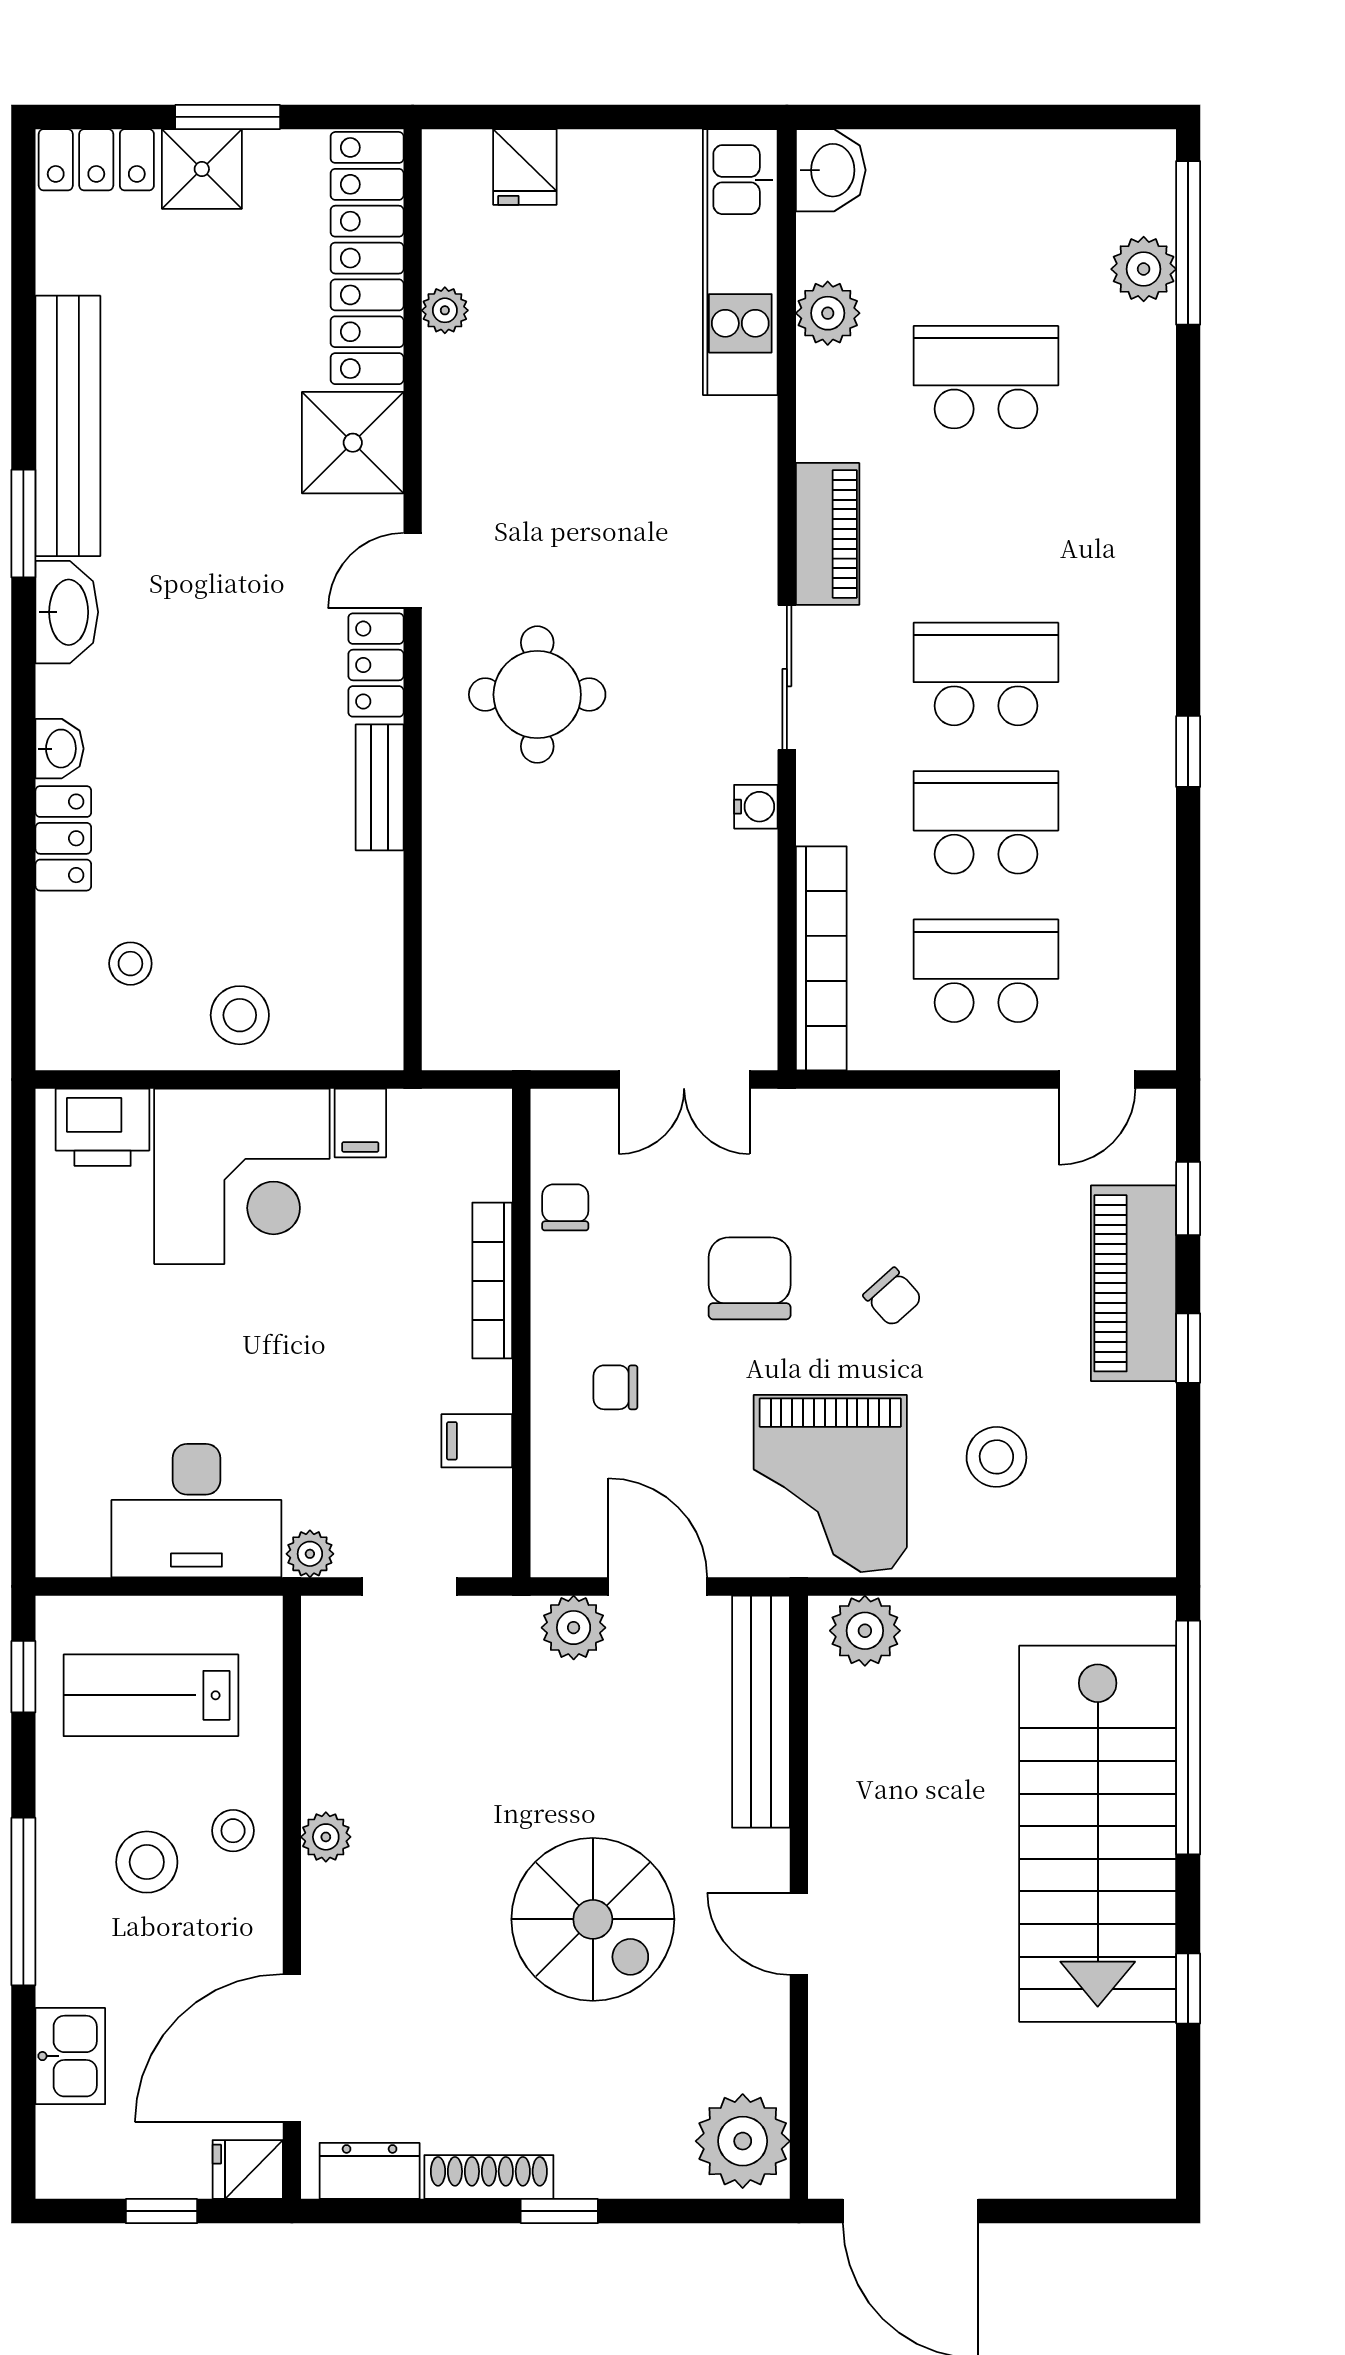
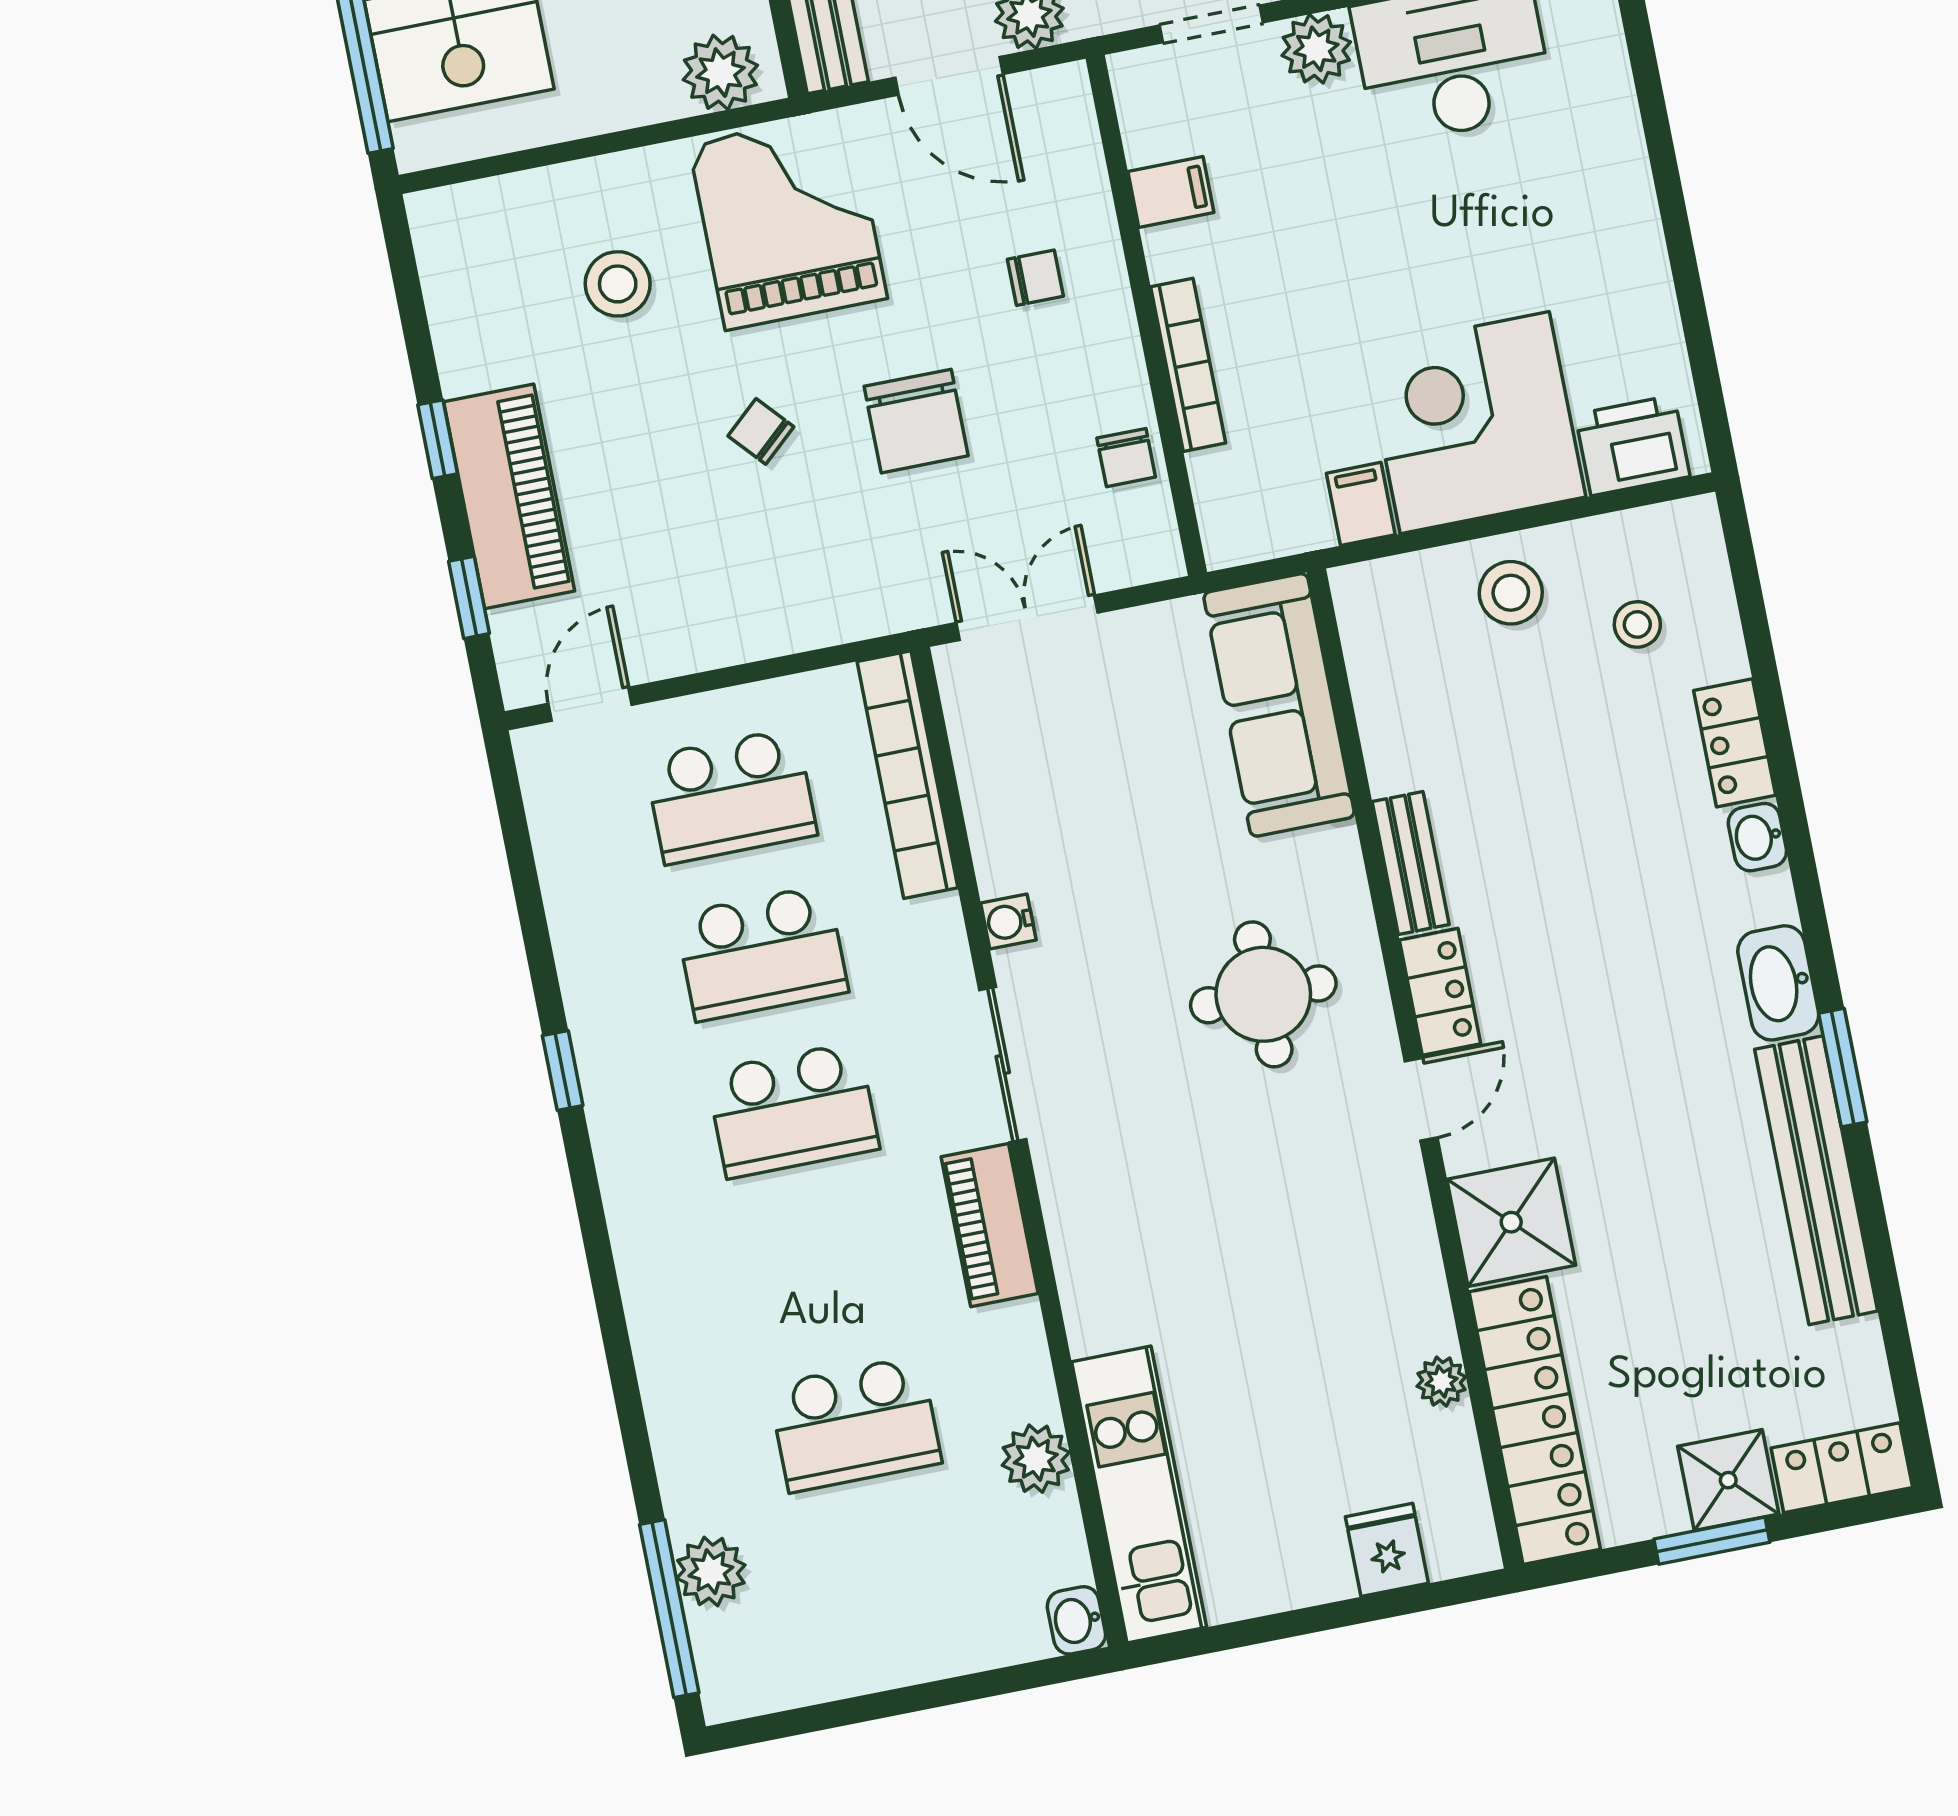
washbasin: (831, 170) -> (1076, 1620), width x0.72, depth x0.69
sofa: (471, 955) -> (1279, 705), added
plant: (310, 1554) -> (1316, 49), width x1.38, depth x1.38

